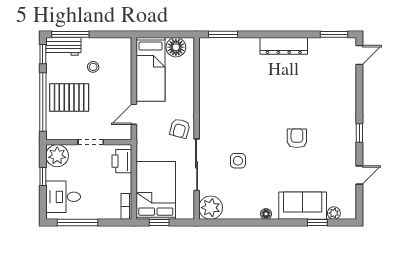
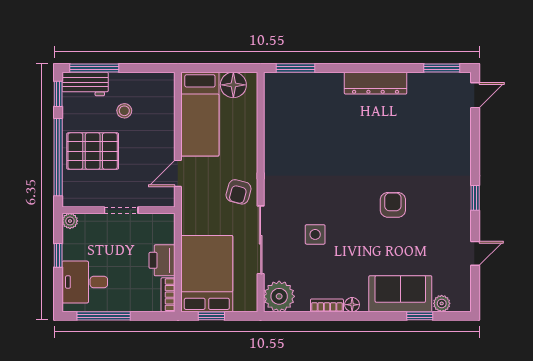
plant: (57, 156) -> (70, 221), width x0.53, depth x0.53
printer: (122, 161) -> (162, 260), moved
bookcase: (247, 214) -> (327, 305), added

